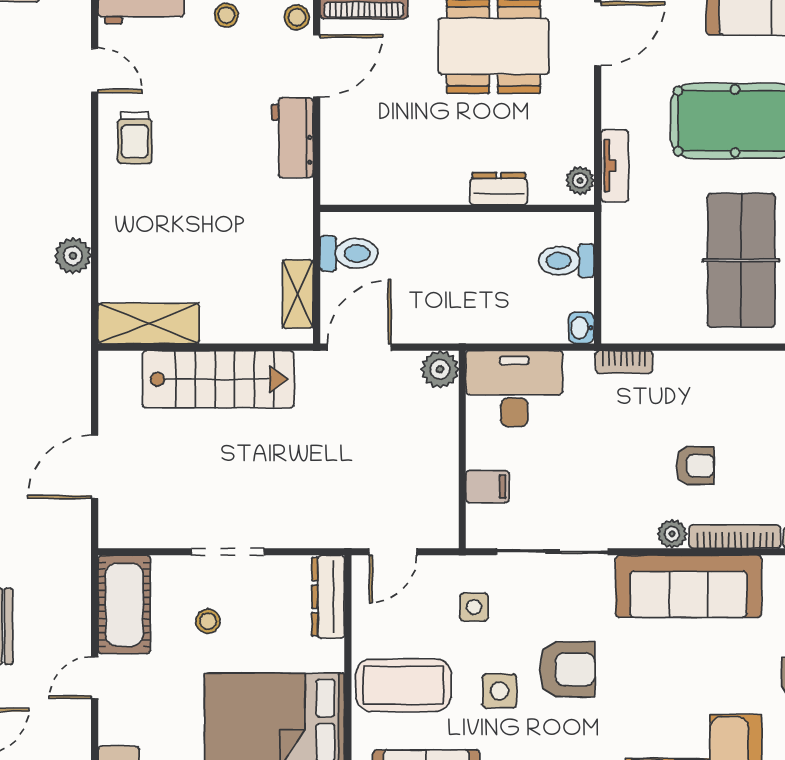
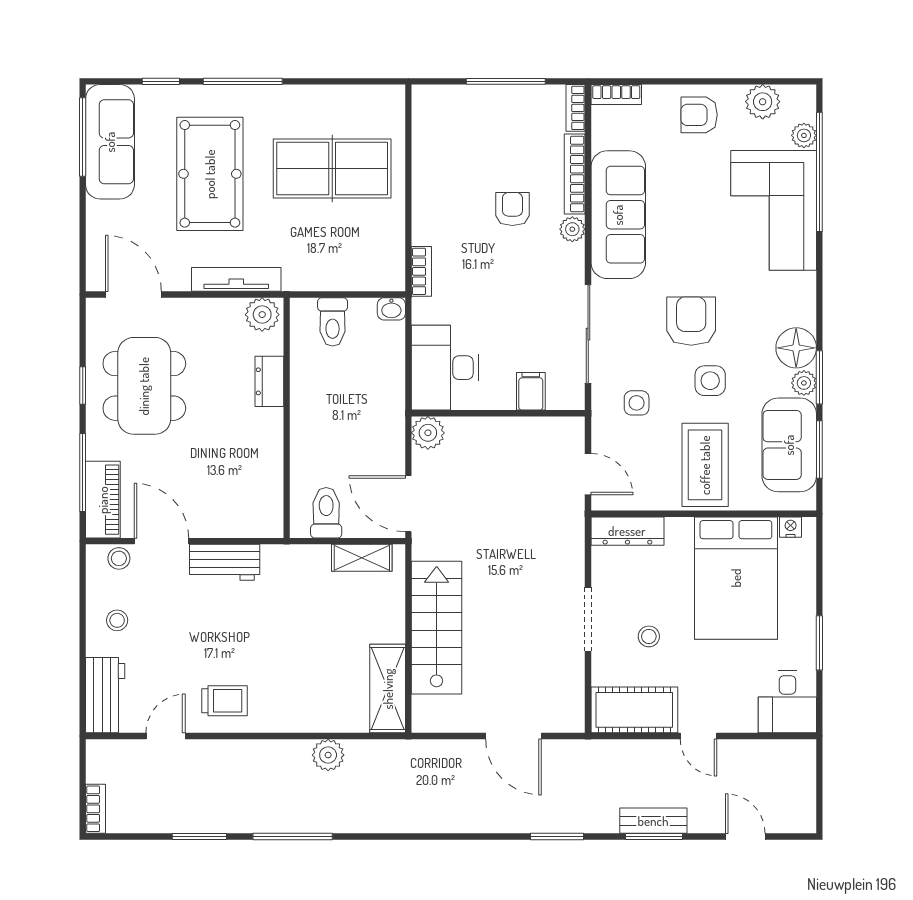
tv unit: (615, 166) -> (236, 279), width x1.41
plant: (580, 181) -> (262, 315), width x1.38, depth x1.38

